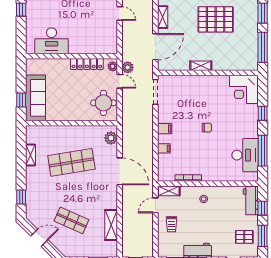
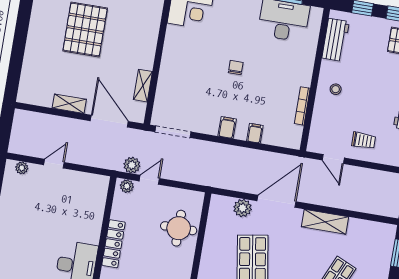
locker: (87, 64) -> (114, 244), moved
shelving: (201, 66) -> (143, 86), moved
round table: (103, 103) -> (179, 228), moved
plant: (111, 138) -> (243, 208), moved
shelving: (169, 191) -> (316, 136), removed
workbench: (251, 201) -> (336, 40), moved, turned -90
shelving: (111, 225) -> (325, 222), moved

